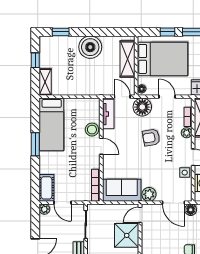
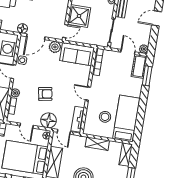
shelving: (81, 89) -> (97, 144), added
stool: (92, 130) -> (105, 117), moved
window: (35, 144) -> (147, 76), moved
door: (173, 203) -> (36, 37), swing flipped

